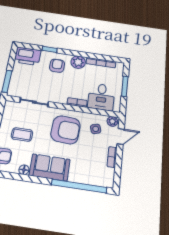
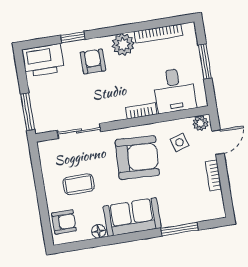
window: (79, 186) -> (179, 229), width x0.47

